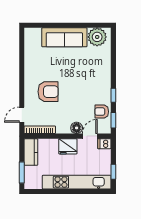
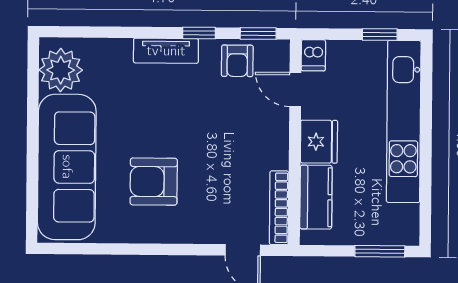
sofa: (64, 37) -> (67, 167), width x1.36, depth x1.27
tv unit: (106, 81) -> (166, 51), added
armchair: (48, 92) -> (154, 182), moved, turned -90
floor lamp: (77, 128) -> (276, 121), removed
kitchen counter: (31, 152) -> (316, 197), moved, turned 90

